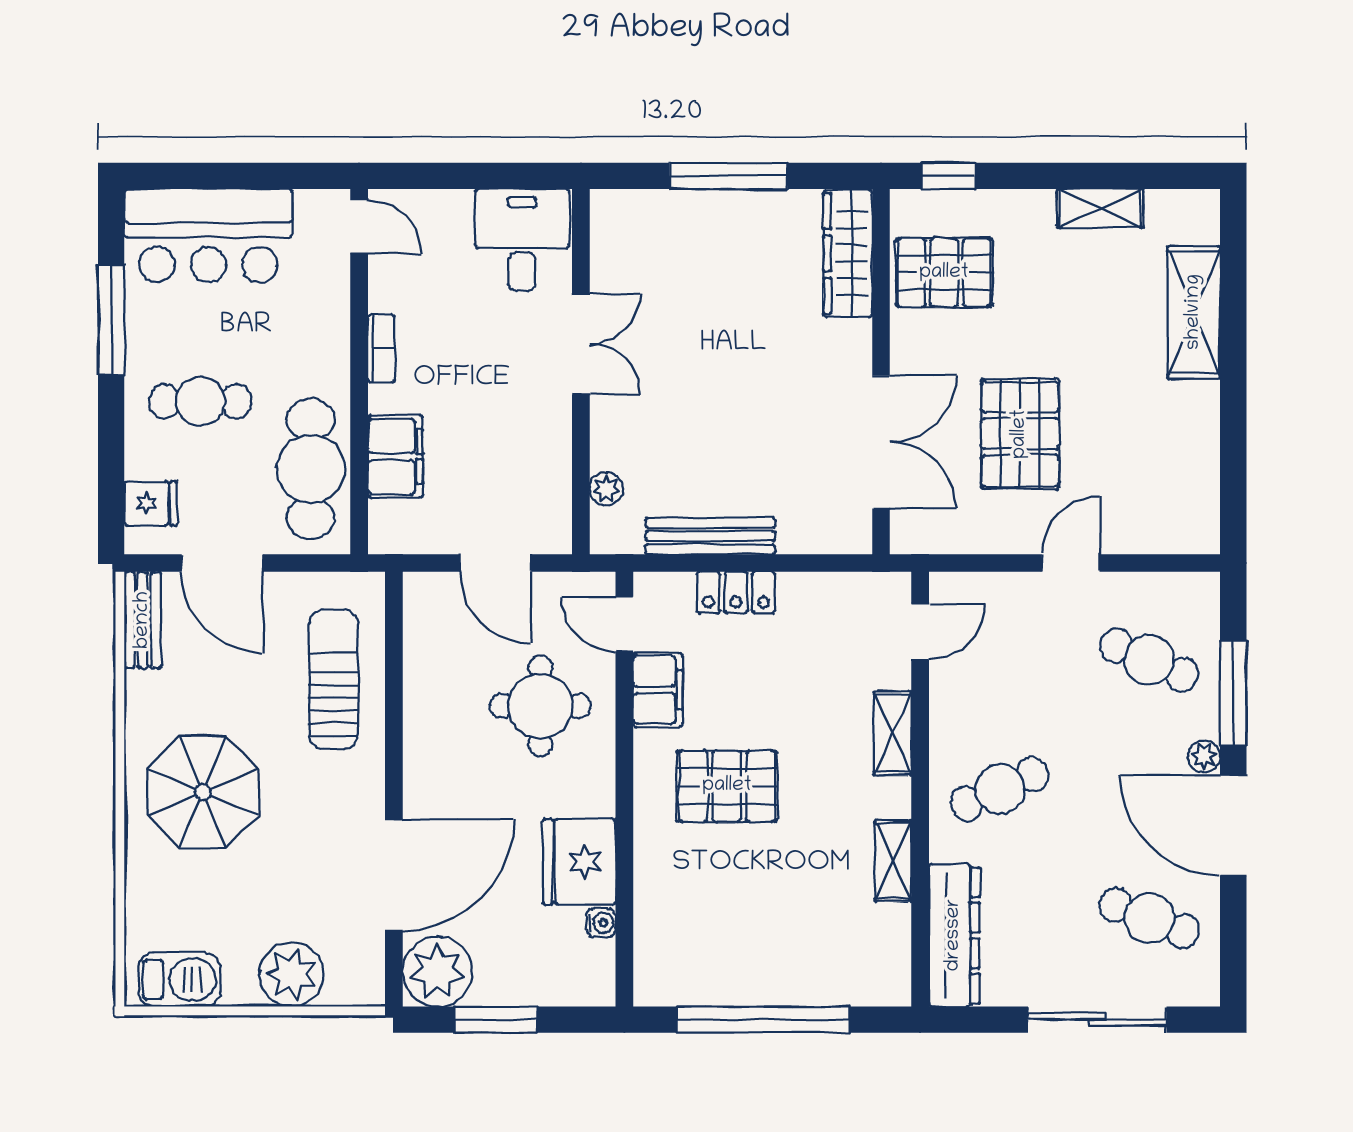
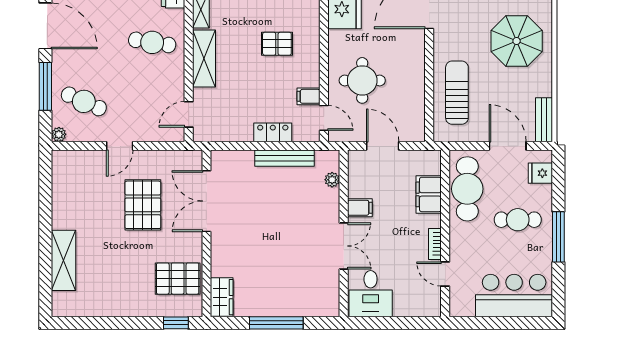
shelving: (1100, 208) -> (106, 308), removed
door: (359, 227) -> (445, 274), moved
wardrobe: (848, 253) -> (222, 297), width x0.67
window: (111, 320) -> (558, 237), moved
double door: (581, 344) -> (344, 246), swing flipped
filing cabinet: (545, 428) -> (360, 208), added
sun lounger: (333, 679) -> (457, 93), turned 180
filing cabinet: (658, 690) -> (309, 96), width x0.50
shelving: (893, 733) -> (204, 58), width x1.50, depth x1.33
plant: (1204, 756) -> (59, 134), moved
pallet: (727, 786) -> (277, 44), width x0.67, depth x0.71
cafe table: (1000, 789) -> (152, 42), turned 33

